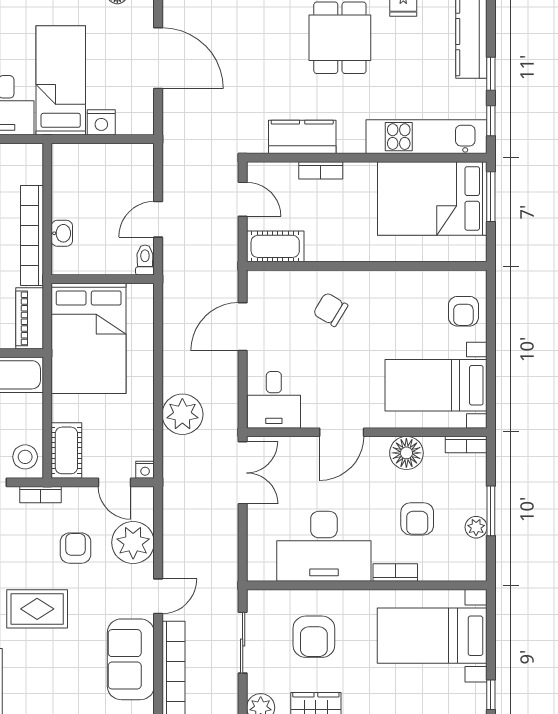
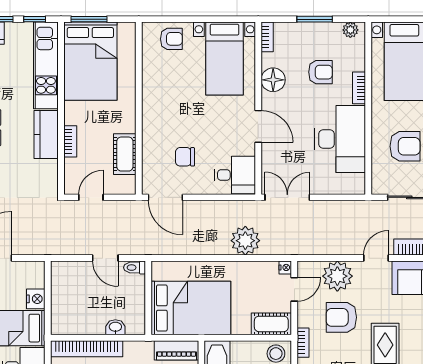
kitchen counter: (302, 137) -> (46, 134), moved
bookcase: (32, 236) -> (87, 349), moved
cot: (275, 246) -> (125, 154), moved
chair: (330, 309) -> (185, 157), moved, turned 59
door: (243, 327) -> (165, 197), moved
plant: (476, 527) -> (350, 30), moved
armchair: (76, 548) -> (341, 317), width x1.38, depth x1.38
door: (158, 596) -> (376, 258), hinge flipped

